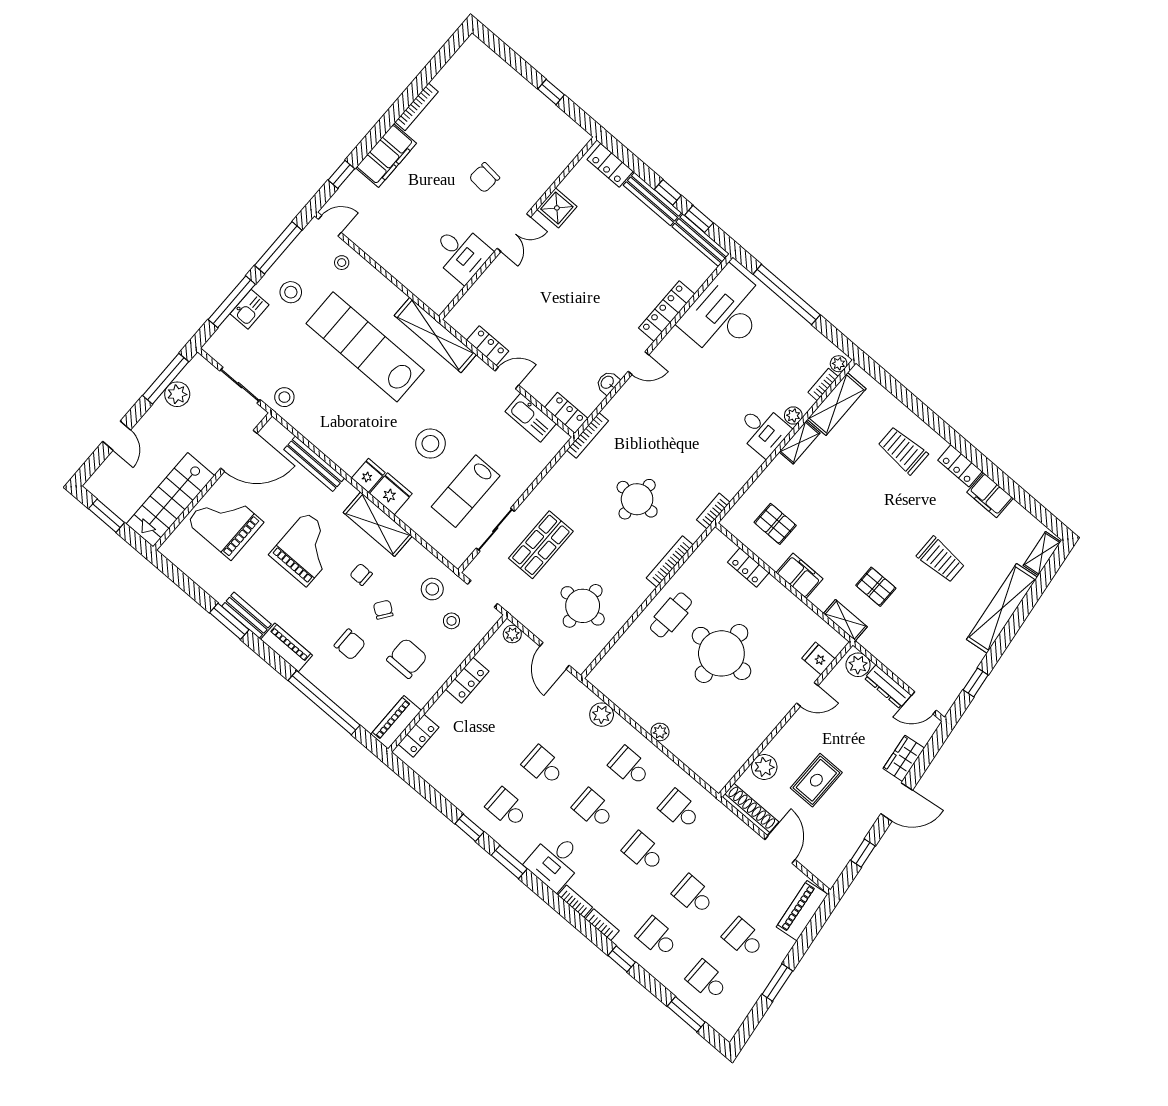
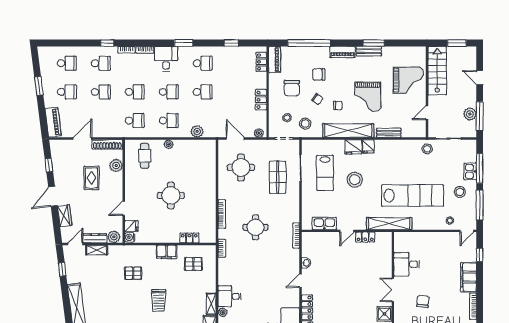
locker: (566, 413) -> (312, 237), removed
door: (239, 451) -> (427, 113), width x0.53
bench: (314, 464) -> (389, 133), width x0.73
lab bench: (466, 491) -> (325, 173), turned 180
shelving: (378, 524) -> (348, 131), width x1.47
trolley: (941, 560) -> (159, 300), moved, turned -90
cafe table: (671, 615) -> (145, 156), moved
shelving: (845, 620) -> (97, 250), moved
water cooler: (835, 644) -> (130, 237), added
round table: (721, 653) -> (171, 195), width x0.73, depth x0.73
window: (469, 828) -> (231, 43), moved
door: (780, 850) -> (82, 139), swing flipped
window: (686, 1014) -> (64, 43), removed

